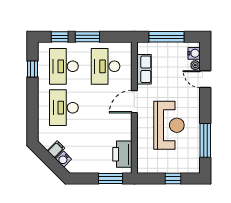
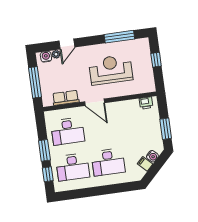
window: (33, 69) -> (79, 194), removed
printer: (122, 154) -> (146, 103), width x0.53, depth x0.68
window: (111, 179) -> (166, 129), moved

